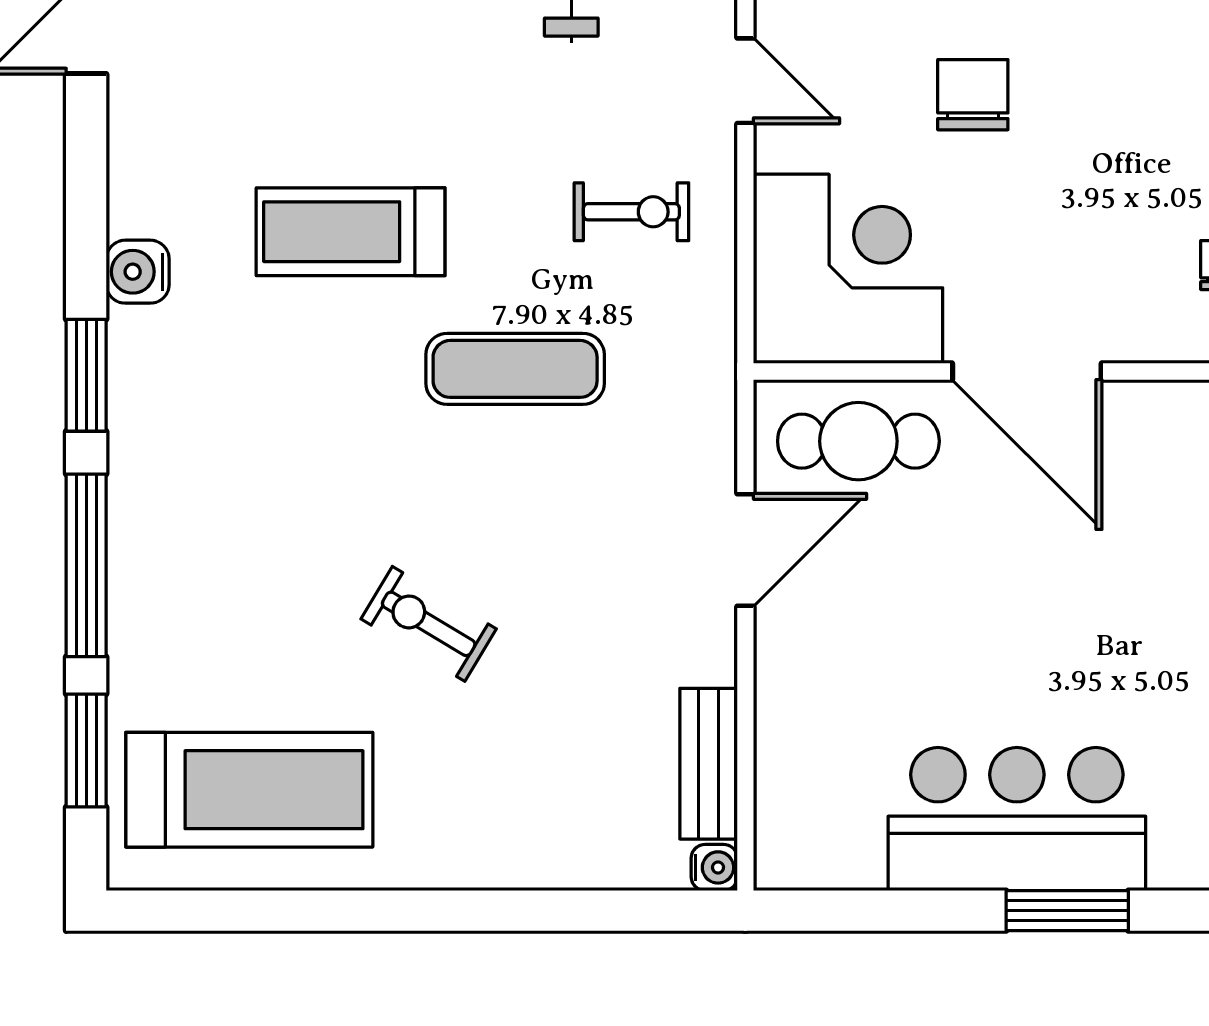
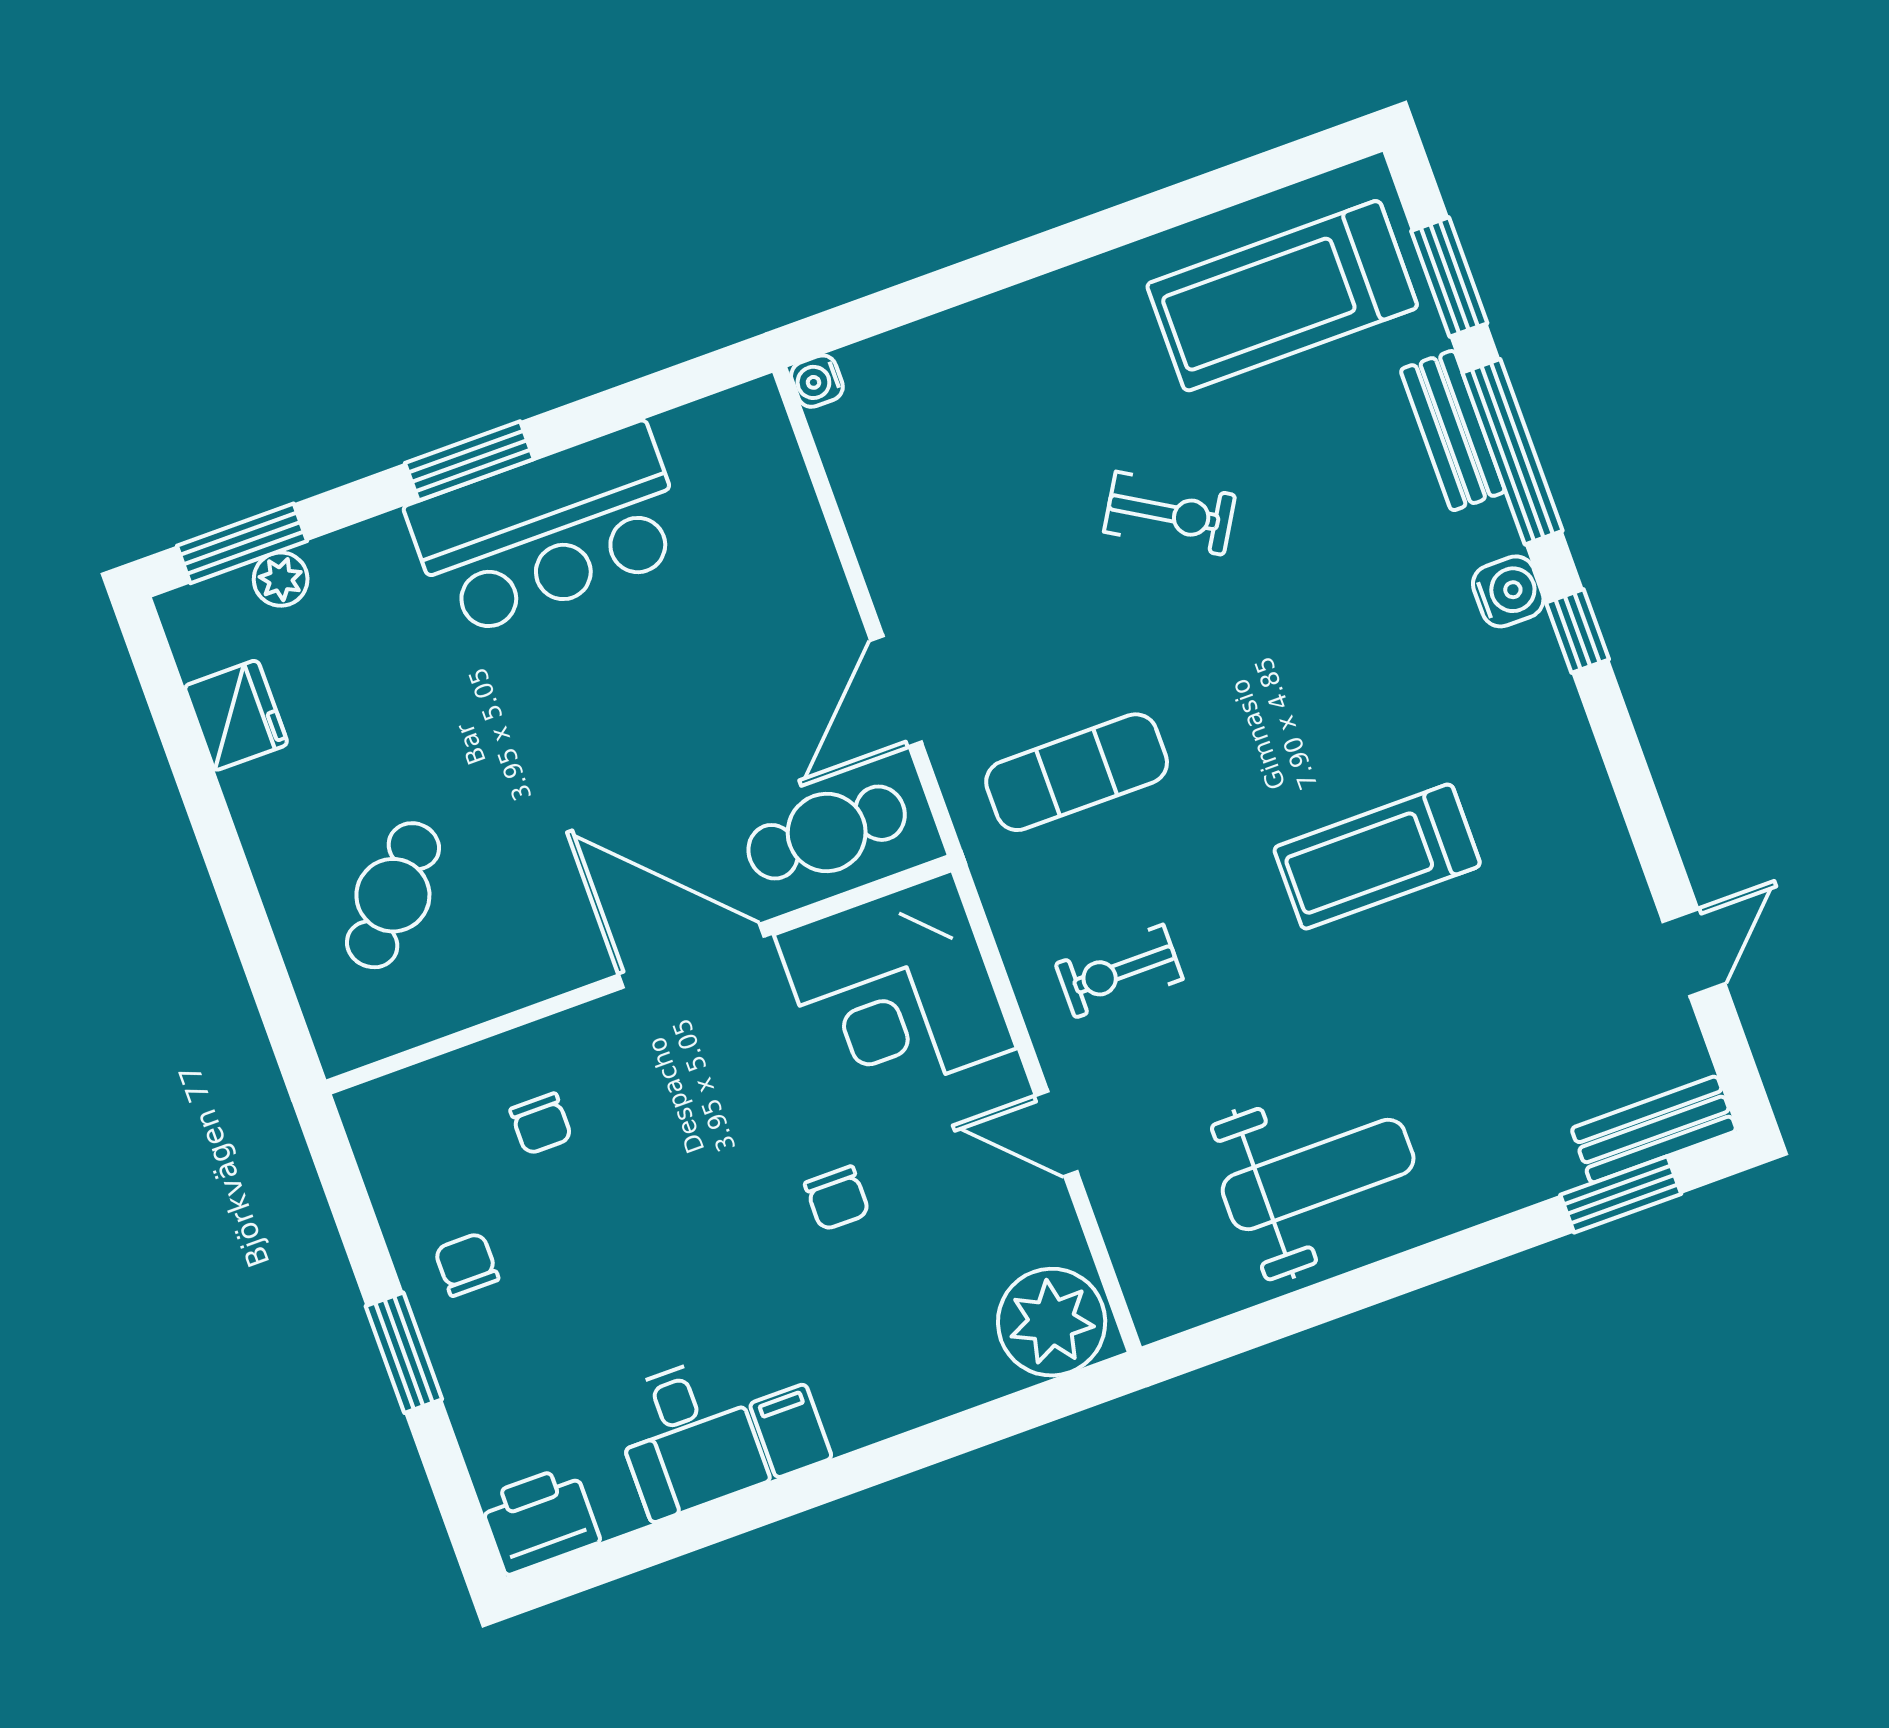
chair: (973, 95) -> (837, 1198), width x0.73, depth x0.73
treadmill: (351, 232) -> (1377, 857), turned 180
water cooler: (138, 272) -> (1508, 591), moved
exercise mat: (515, 369) -> (1077, 772), moved
window: (86, 375) -> (1577, 631), width x0.67
bench: (709, 764) -> (1453, 431), moved

